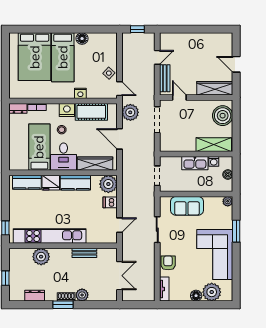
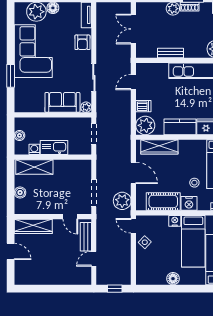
bed: (63, 57) -> (193, 241), moved, turned 180
boiler: (223, 116) -> (20, 193), width x0.54, depth x0.54
desk: (64, 157) -> (192, 154), removed
plant: (228, 201) -> (86, 107), moved

